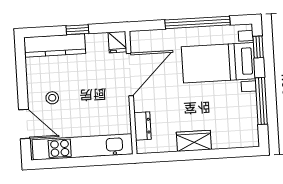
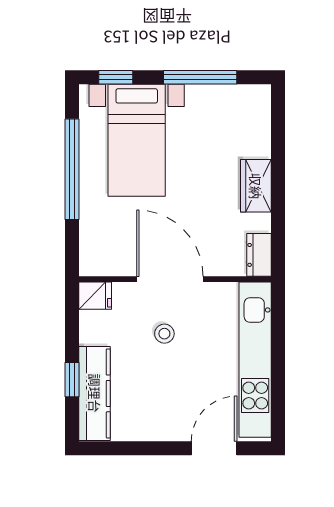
window: (77, 30) -> (72, 380), moved
door: (130, 75) -> (170, 279), moved
stool: (52, 98) -> (164, 334), moved
dresser: (143, 126) -> (259, 255), moved, turned -90

